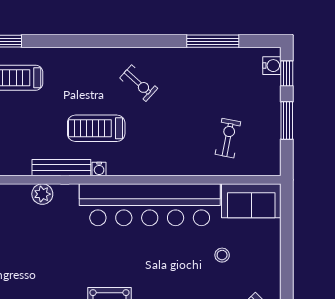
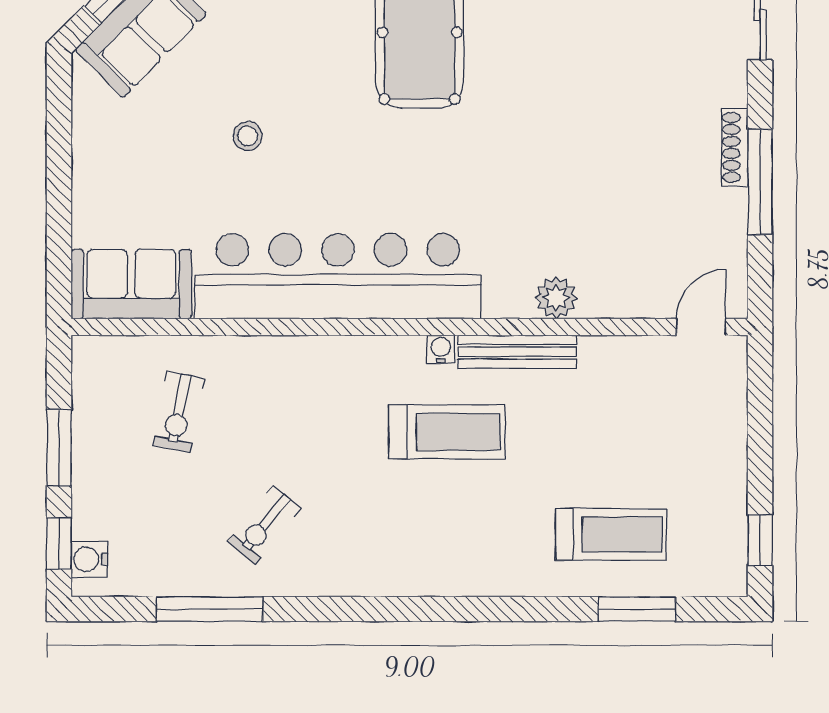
exercise bike: (139, 83) -> (264, 525), moved, turned -93
stool: (222, 255) -> (248, 136), moved

